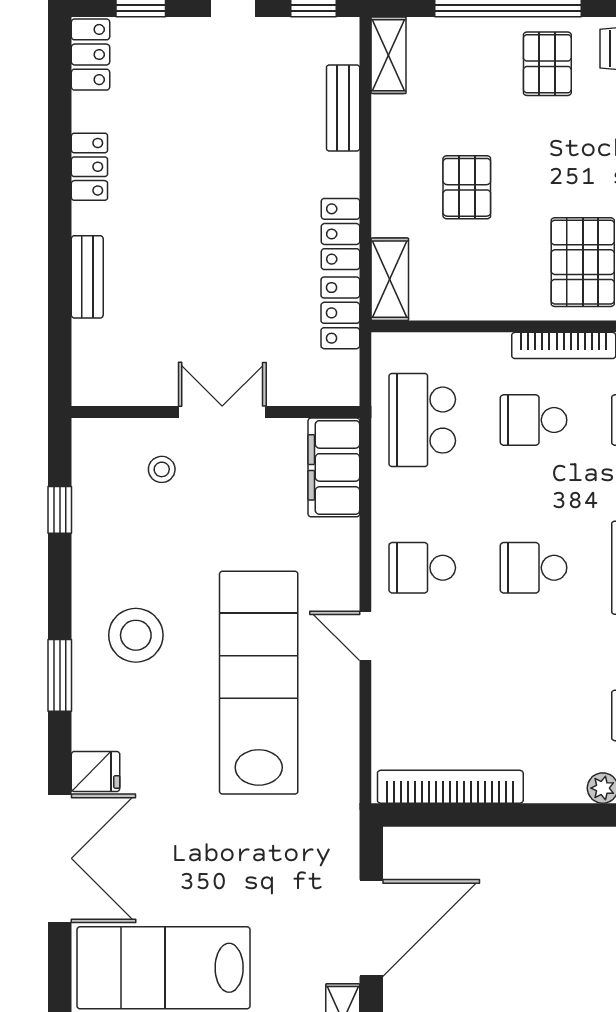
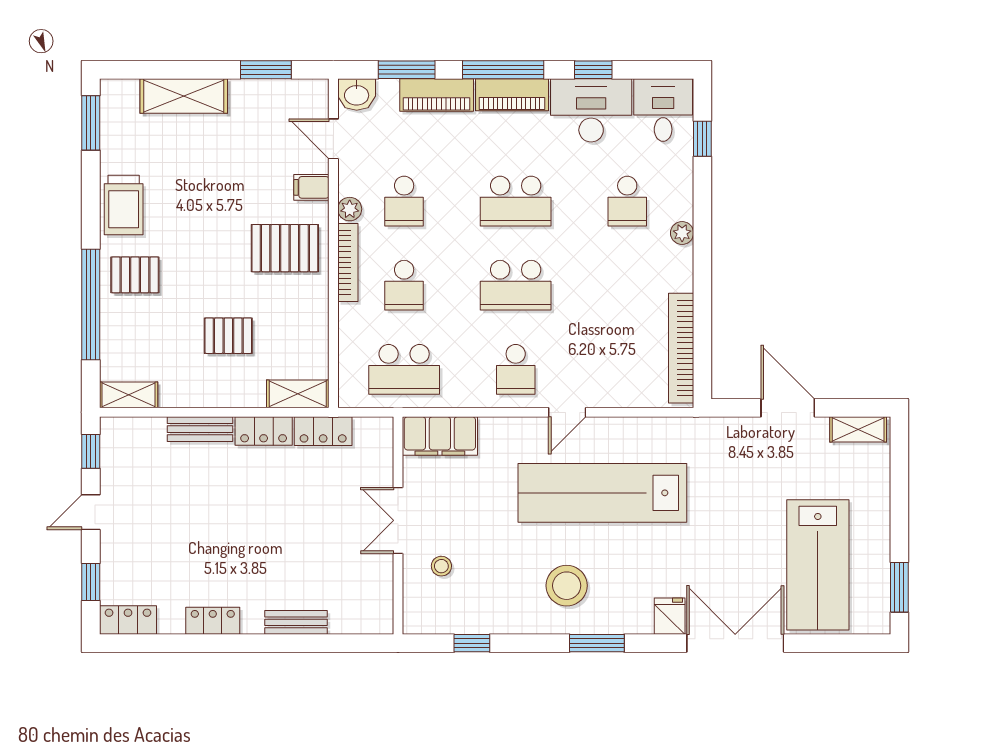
bench: (343, 108) -> (200, 429), moved
school desk: (534, 568) -> (516, 285), width x1.85
door: (371, 928) -> (788, 408), width x0.73

